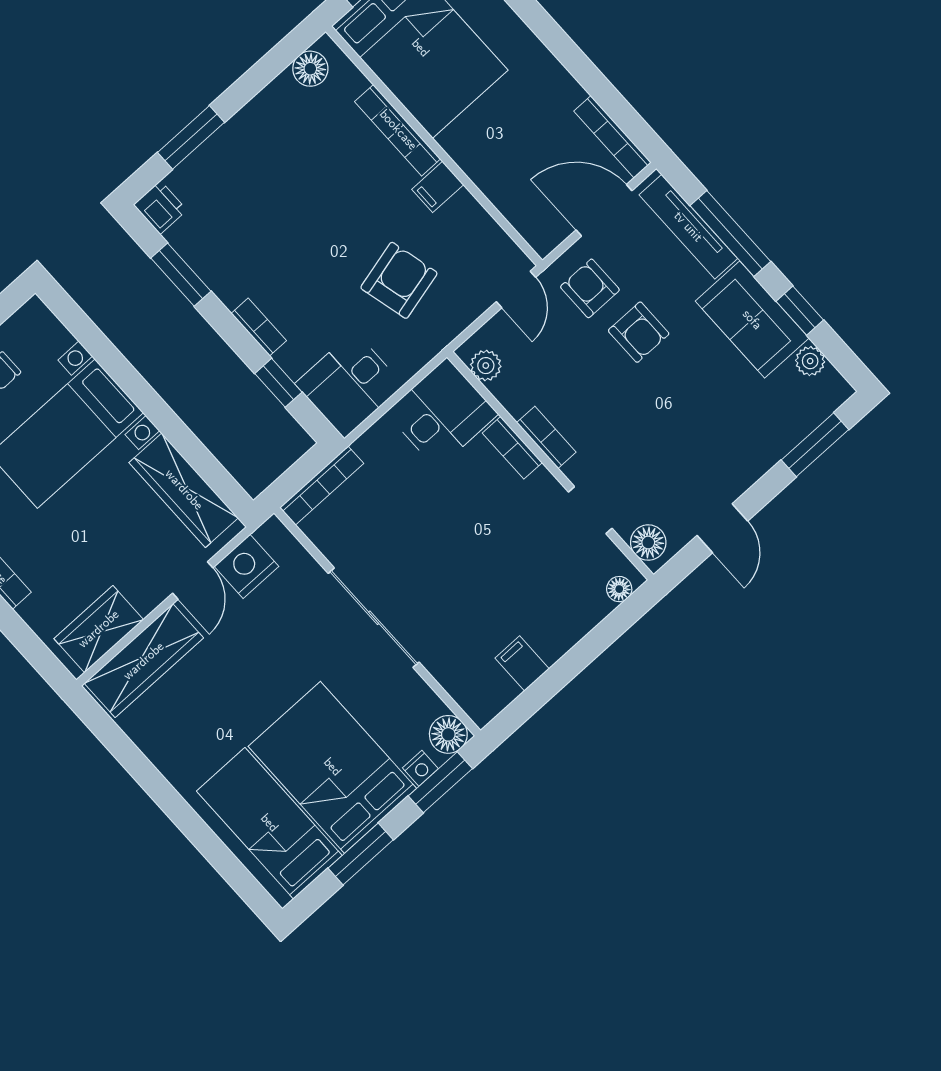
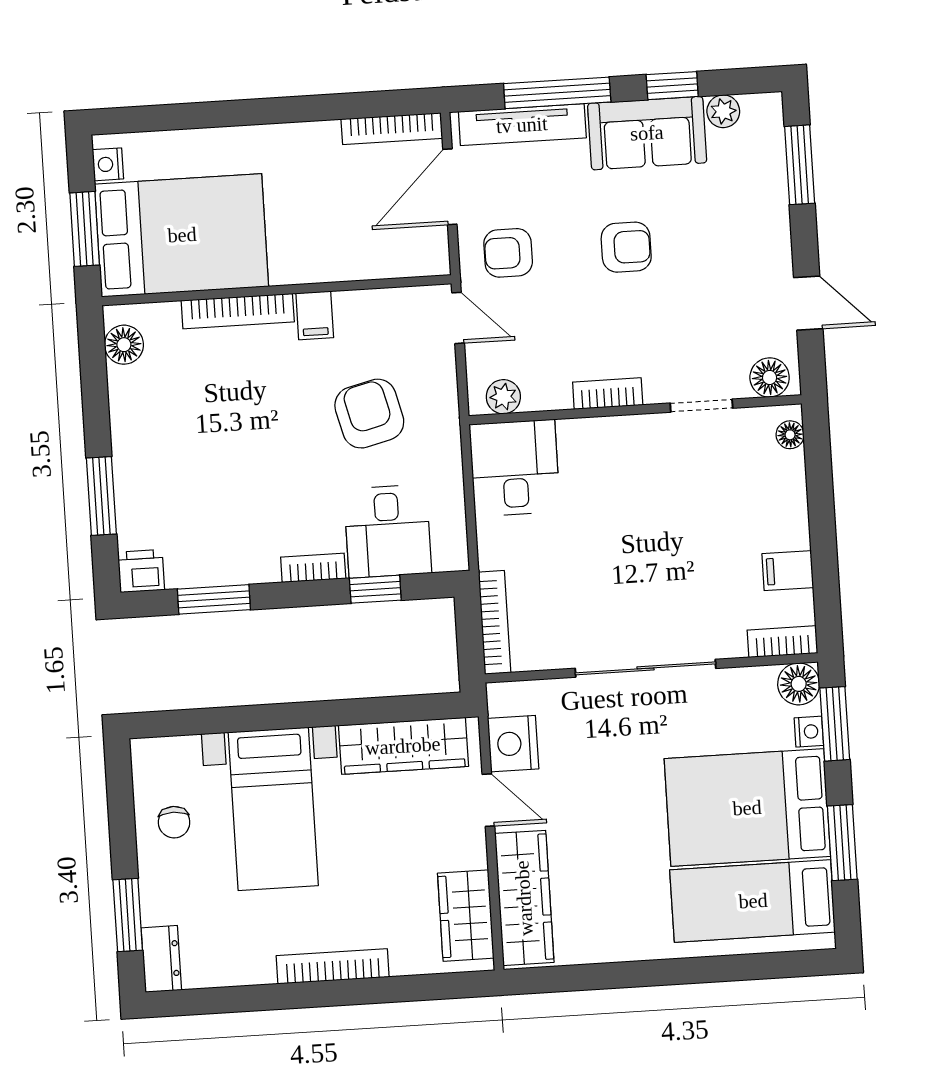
armchair: (639, 332) -> (626, 247), moved
desk: (349, 384) -> (388, 531), moved
bookcase: (512, 448) -> (782, 642), moved, turned 180

